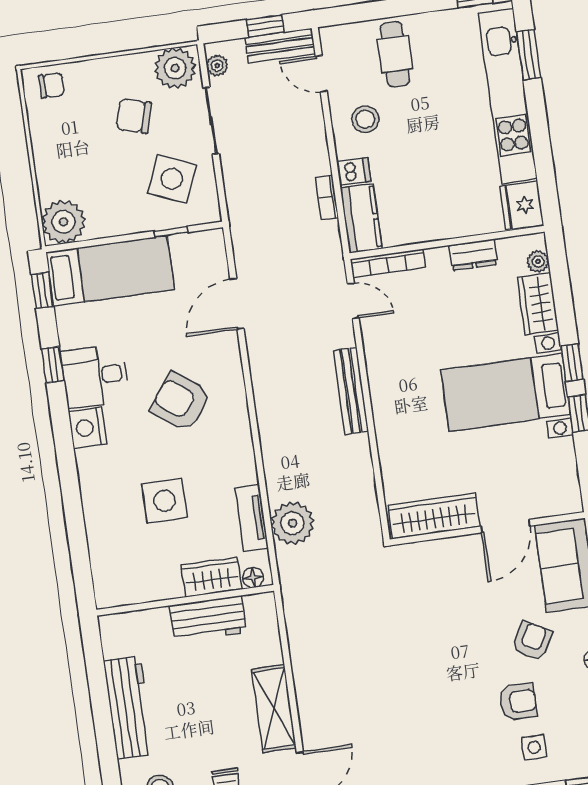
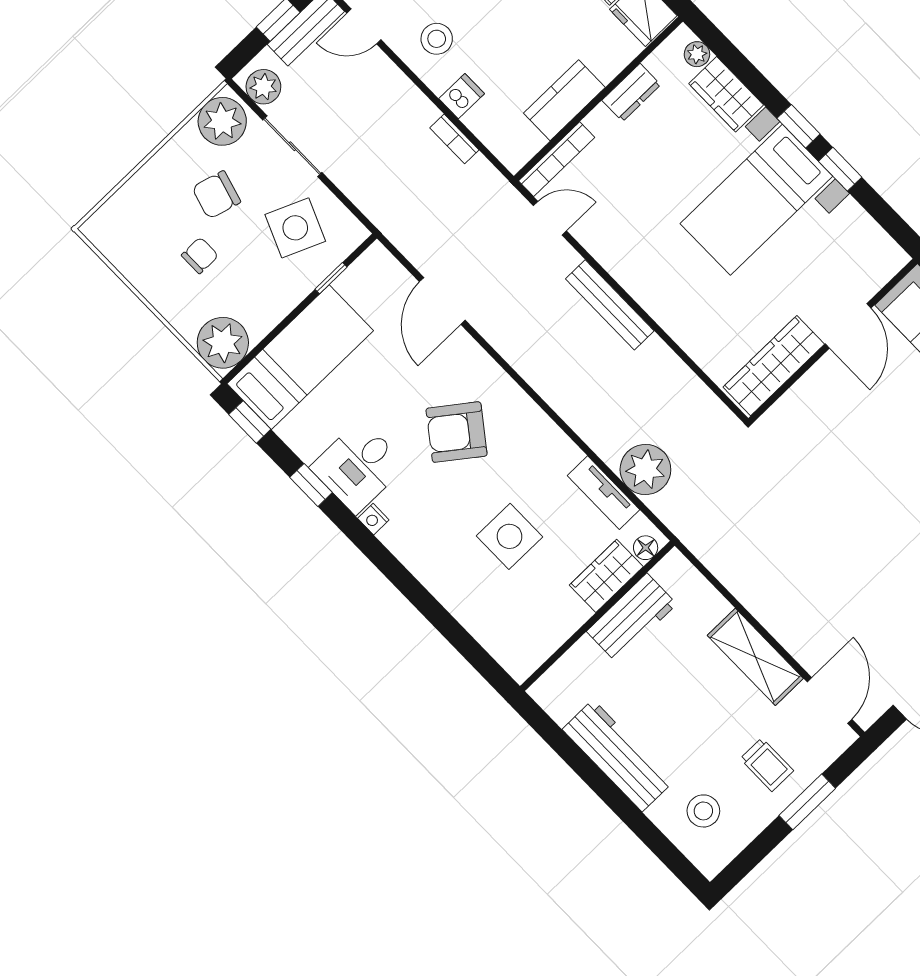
plant: (217, 65) -> (263, 87), width x1.38, depth x1.38
chair: (51, 85) -> (200, 255), moved
kitchen counter: (361, 218) -> (564, 100), moved, turned -90
nightstand: (87, 428) -> (373, 519), width x0.53, depth x0.56

